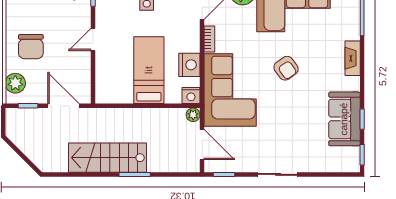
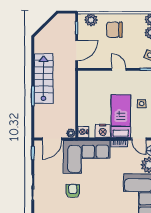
armchair: (286, 68) -> (73, 191), moved, turned 126
bed: (149, 70) -> (121, 116), moved, turned -90

